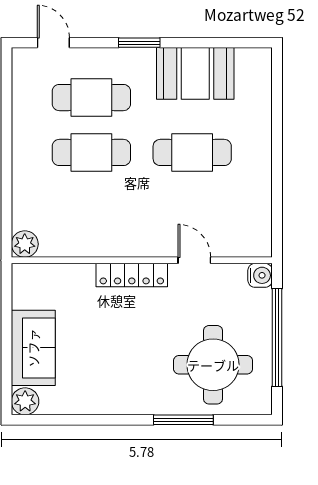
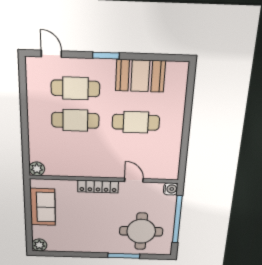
sofa: (33, 348) -> (43, 207), moved

